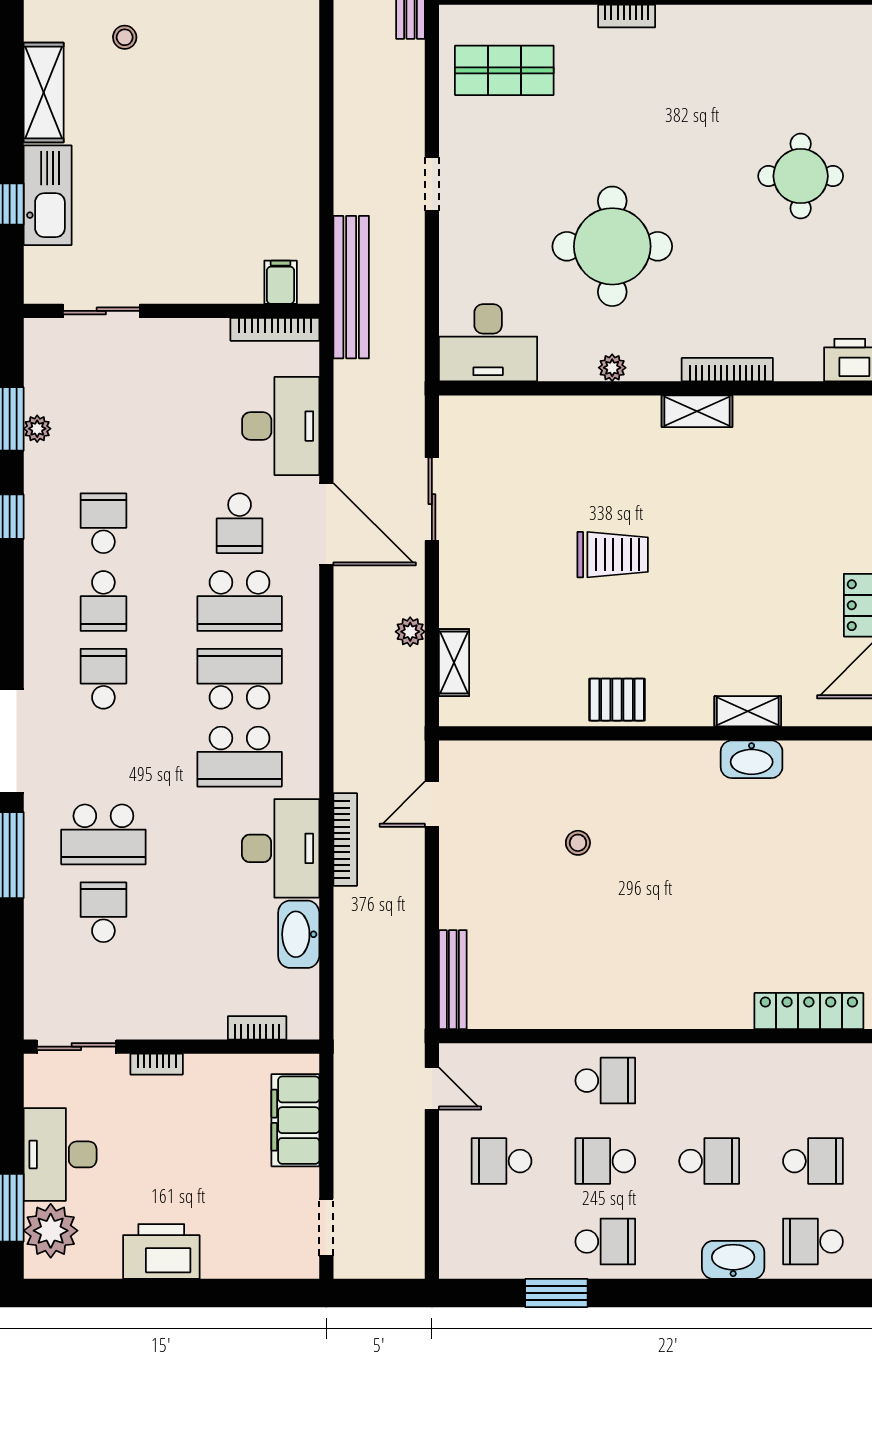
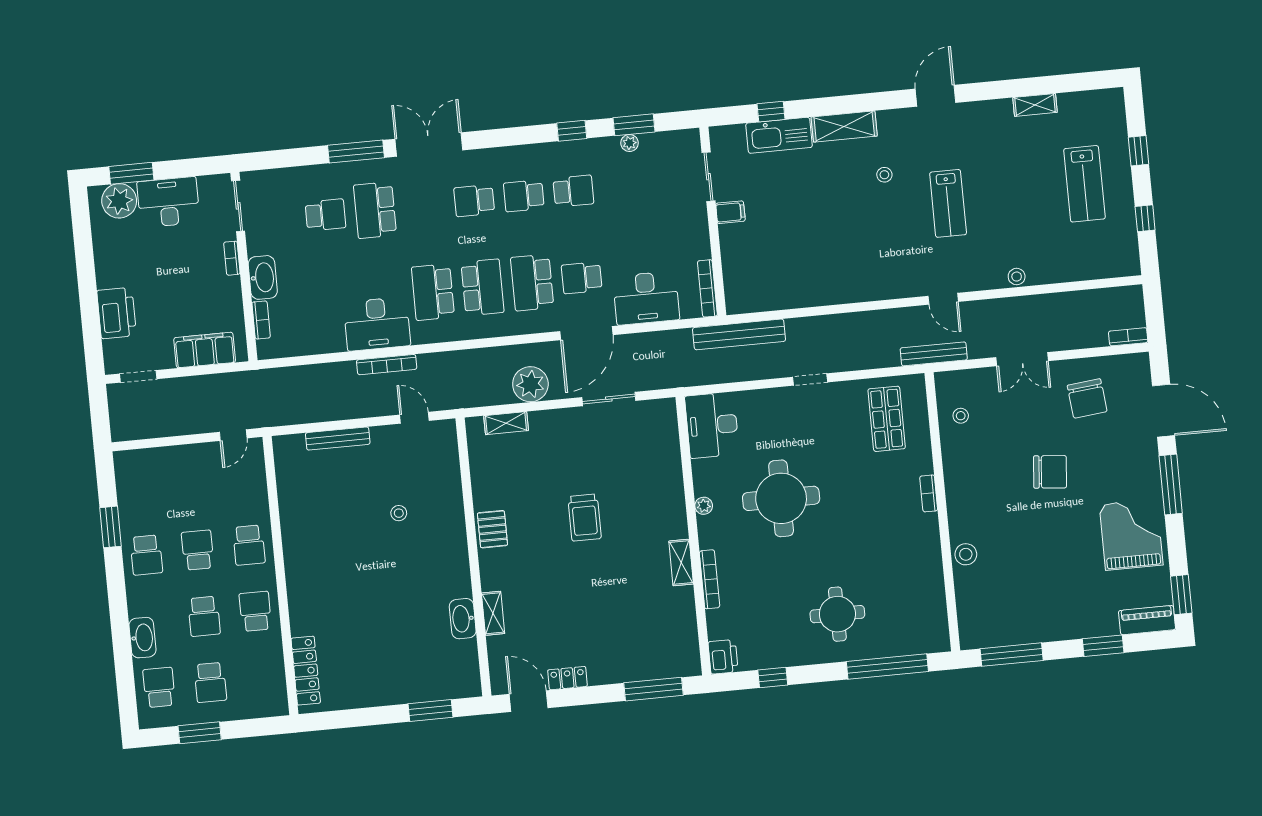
filing cabinet: (281, 282) -> (730, 212), moved
plant: (410, 632) -> (530, 384), width x1.87, depth x1.87
school desk: (103, 679) -> (474, 201), turned 180
washbasin: (299, 934) -> (263, 277), moved, turned 90
bench: (453, 980) -> (338, 439), moved
school desk: (502, 1161) -> (255, 611), moved
printer: (161, 1251) -> (117, 313), moved

